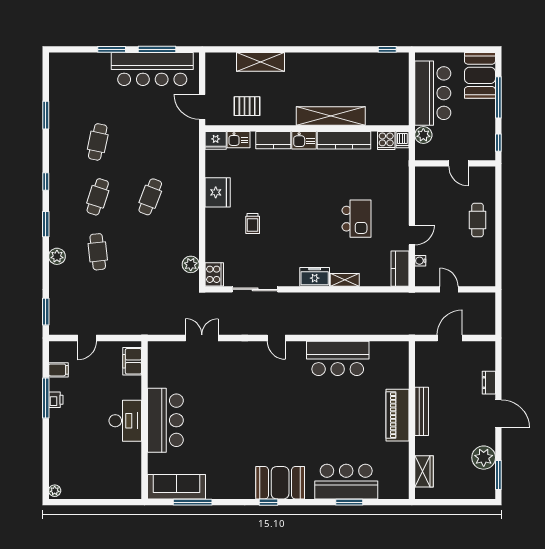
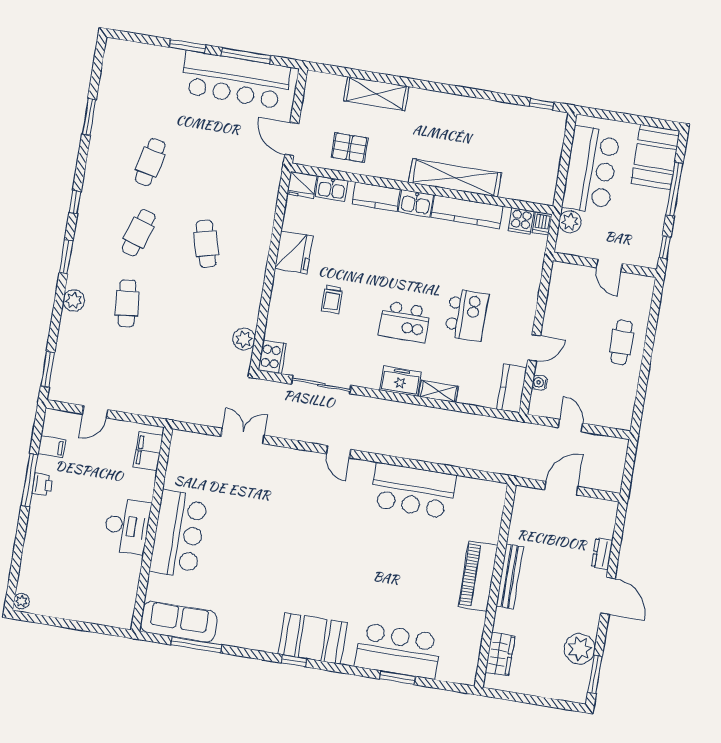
cafe table: (150, 197) -> (206, 244), turned -36
kitchen island: (310, 231) -> (404, 322), added

